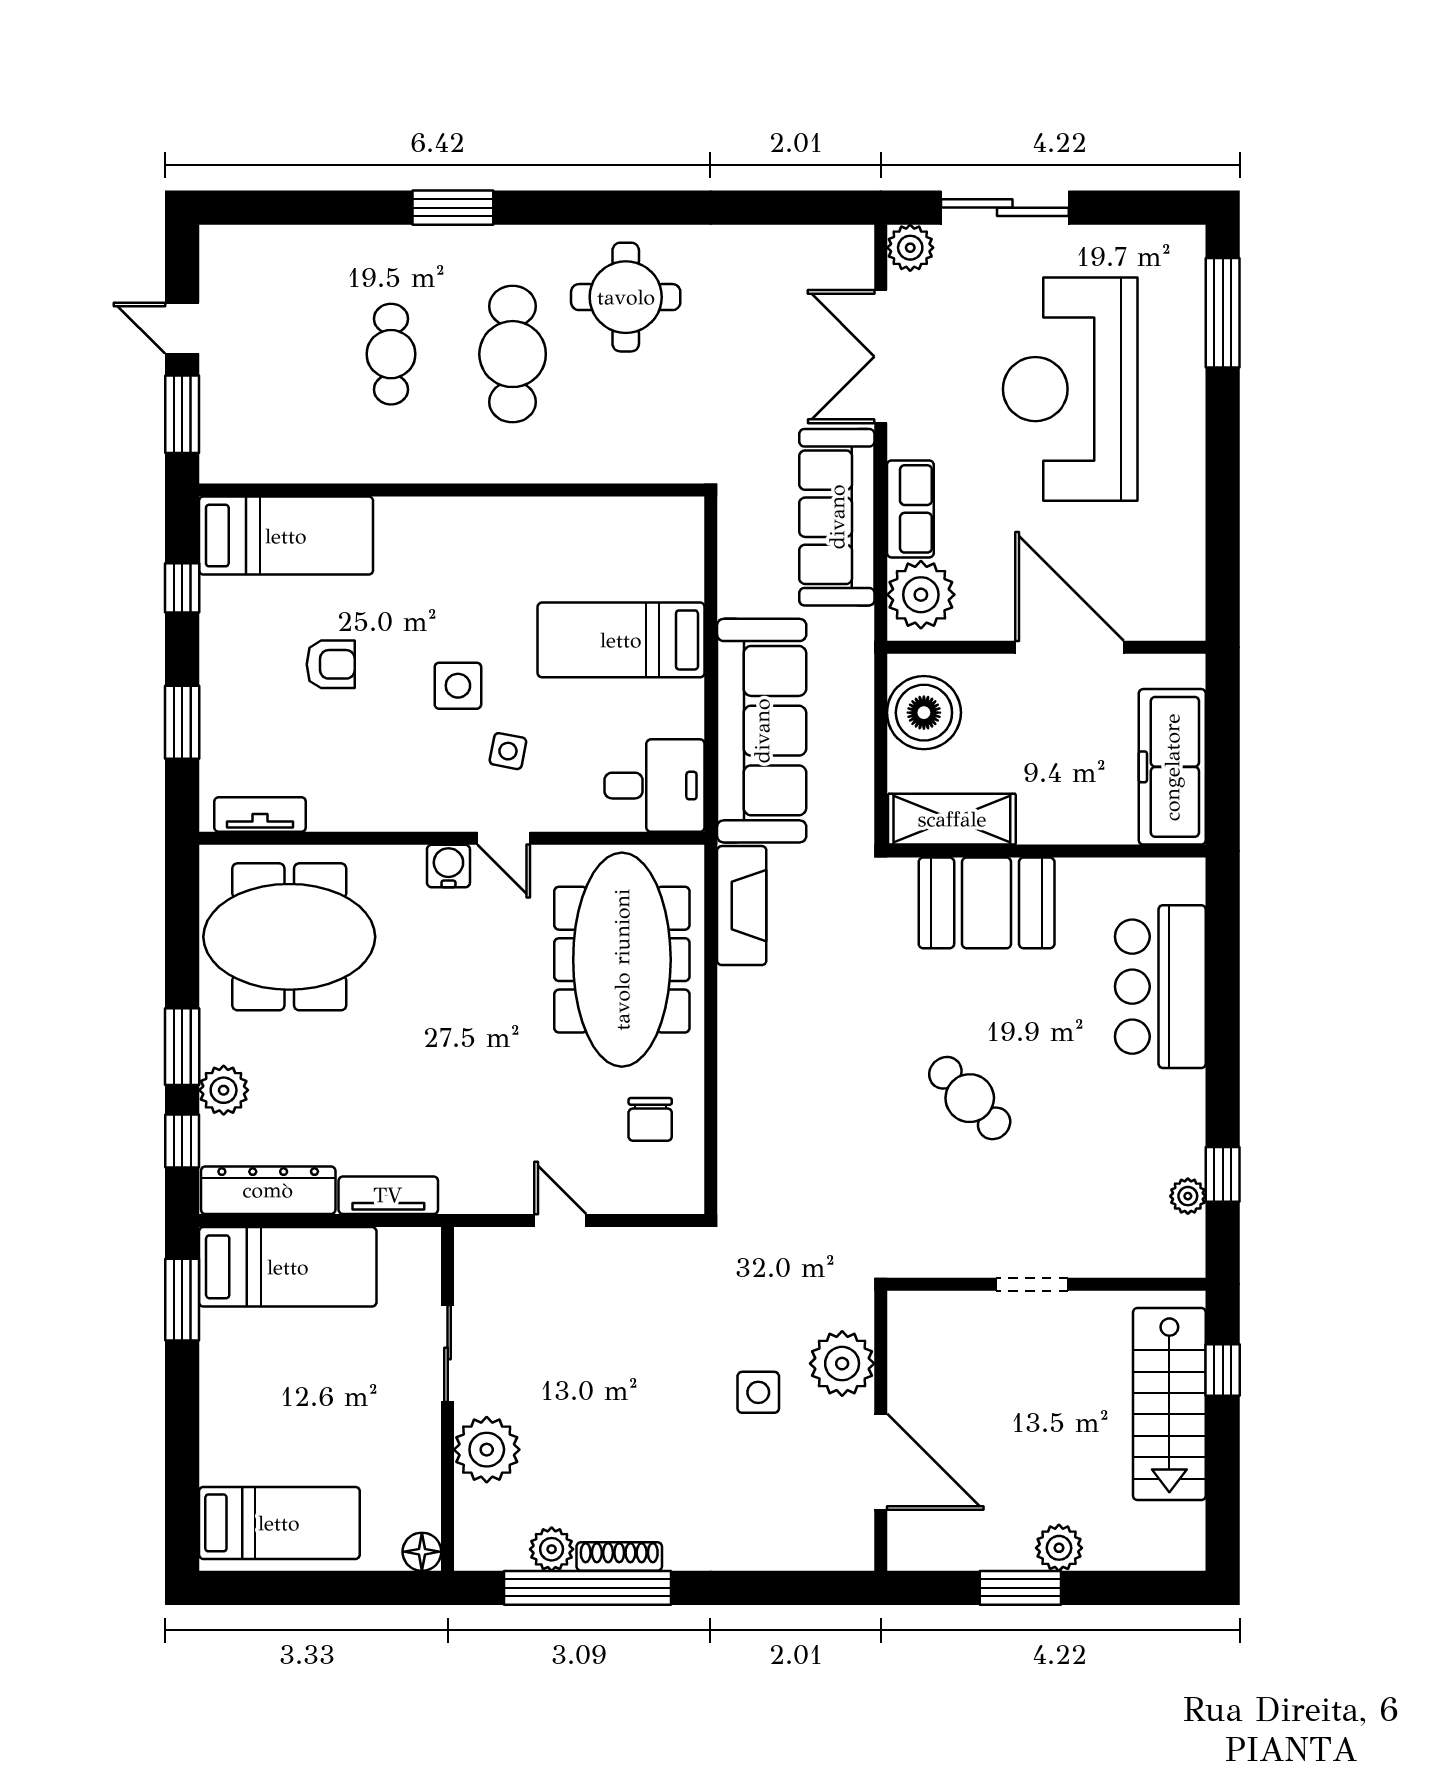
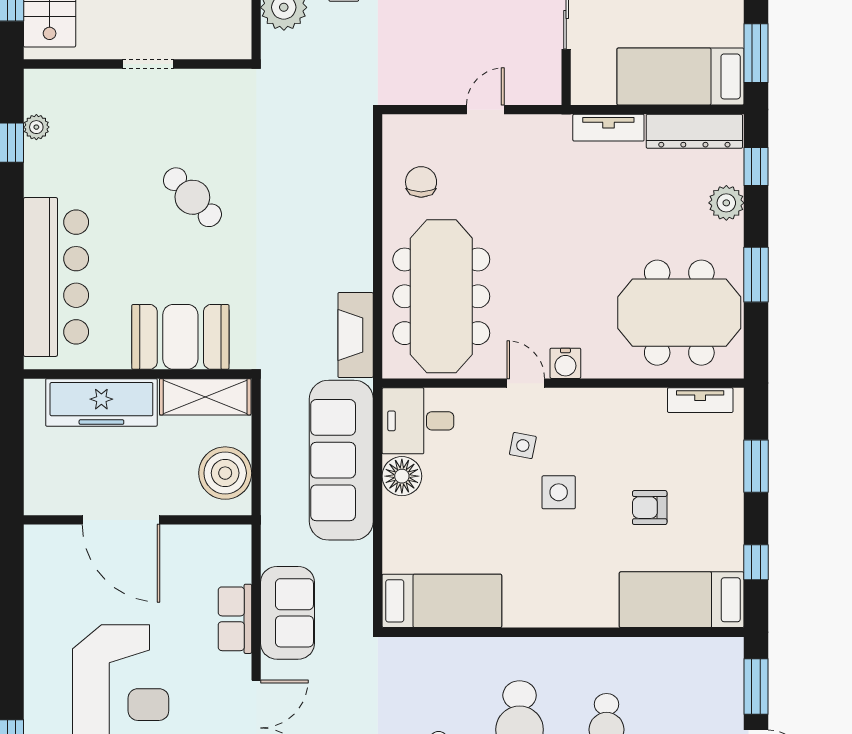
sofa: (837, 517) -> (287, 613), width x0.73
plant: (921, 595) -> (227, 557), removed
bed: (621, 640) -> (442, 601), moved
floor lamp: (677, 708) -> (402, 476), added
freezer: (1172, 767) -> (101, 402), moved, turned 90
bar counter: (1160, 987) -> (56, 277), width x1.36
window: (182, 1047) -> (756, 275), moved
door: (560, 1221) -> (485, 110), swing flipped

